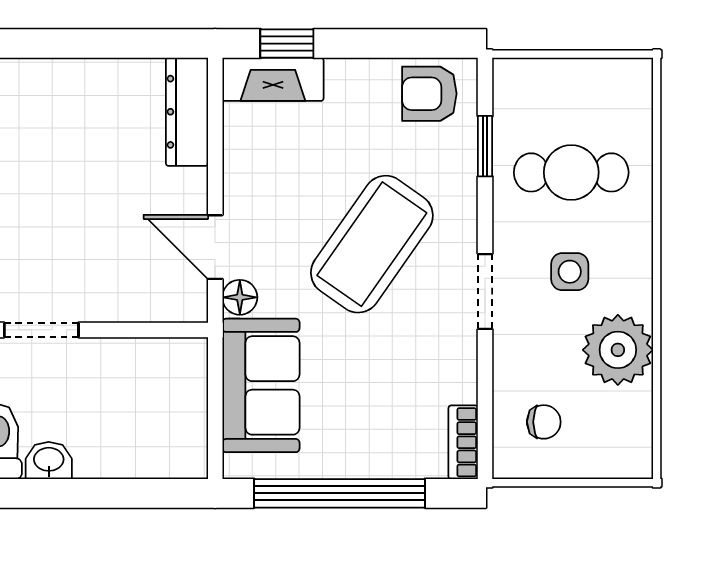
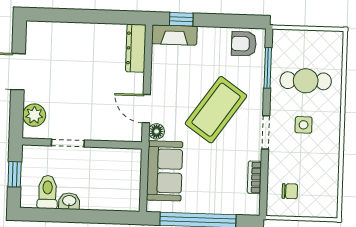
window: (485, 146) -> (268, 68), width x1.50
plant: (618, 350) -> (324, 160), removed
bookcase: (463, 442) -> (254, 177), moved

